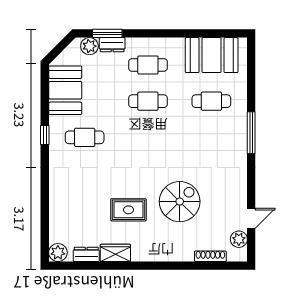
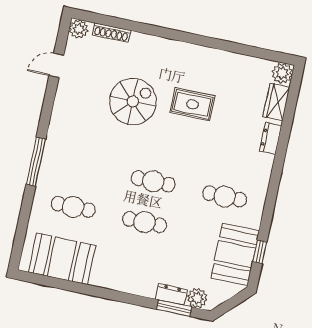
cafe table: (148, 65) -> (153, 181), moved
window: (45, 135) -> (260, 252), moved
spiral stairs: (180, 202) -> (133, 101), turned 180
plant: (239, 239) -> (79, 29), moved
wardrobe: (115, 253) -> (277, 102), moved, turned 90
dresser: (86, 254) -> (271, 138), moved, turned 90

